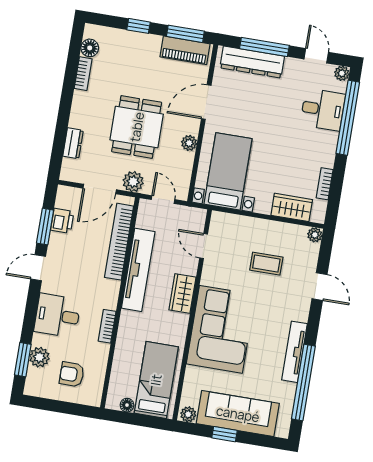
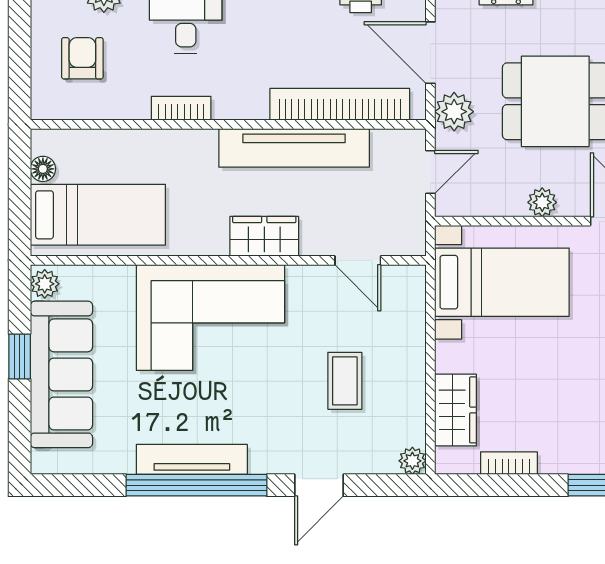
door: (204, 246) -> (358, 260), swing flipped
window: (303, 382) -> (196, 485), moved

